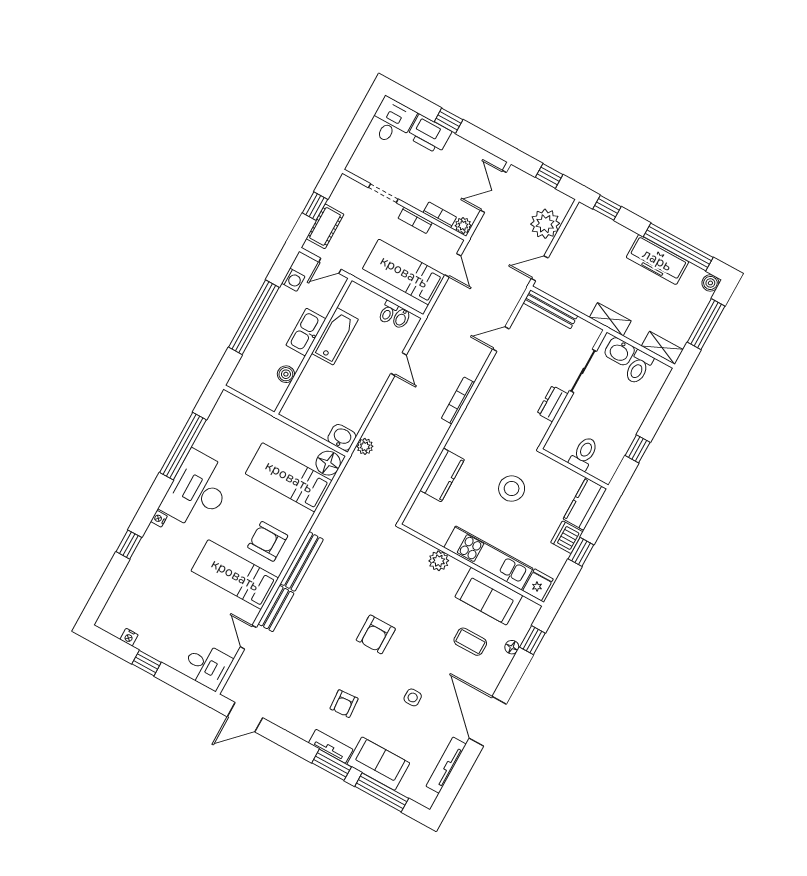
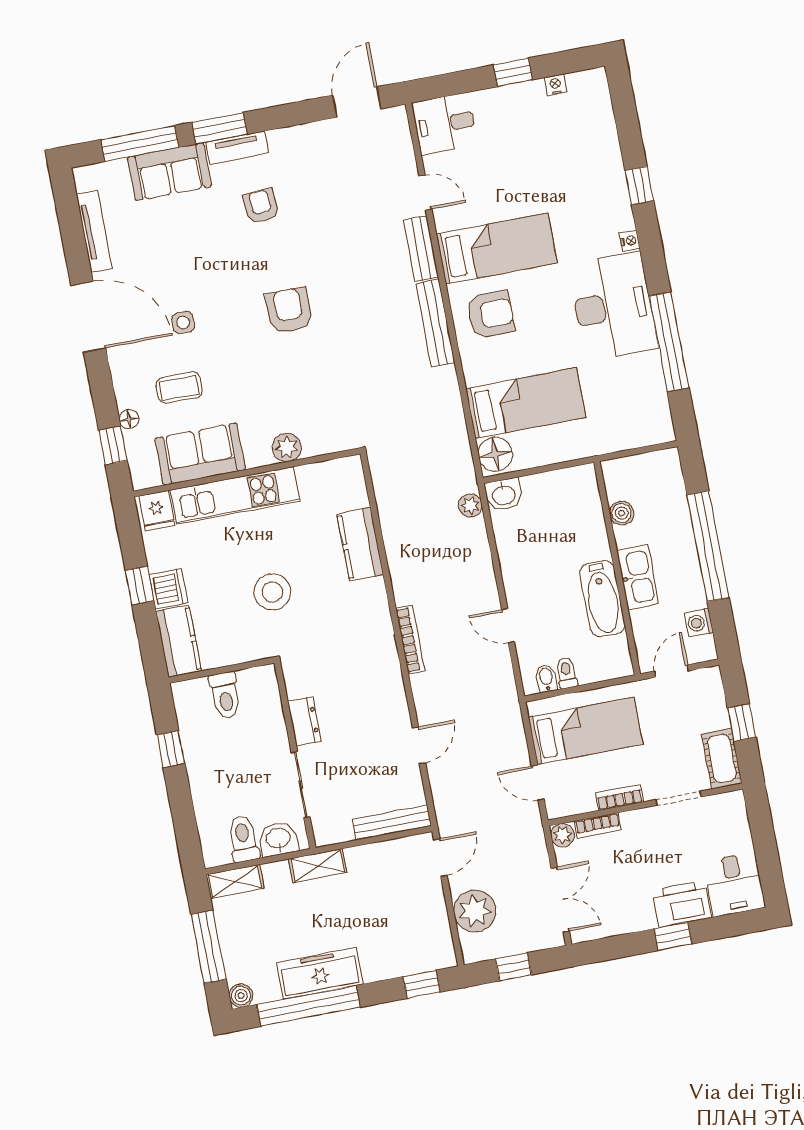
cot: (325, 226) -> (722, 759), moved
side table: (413, 697) -> (183, 322), moved

